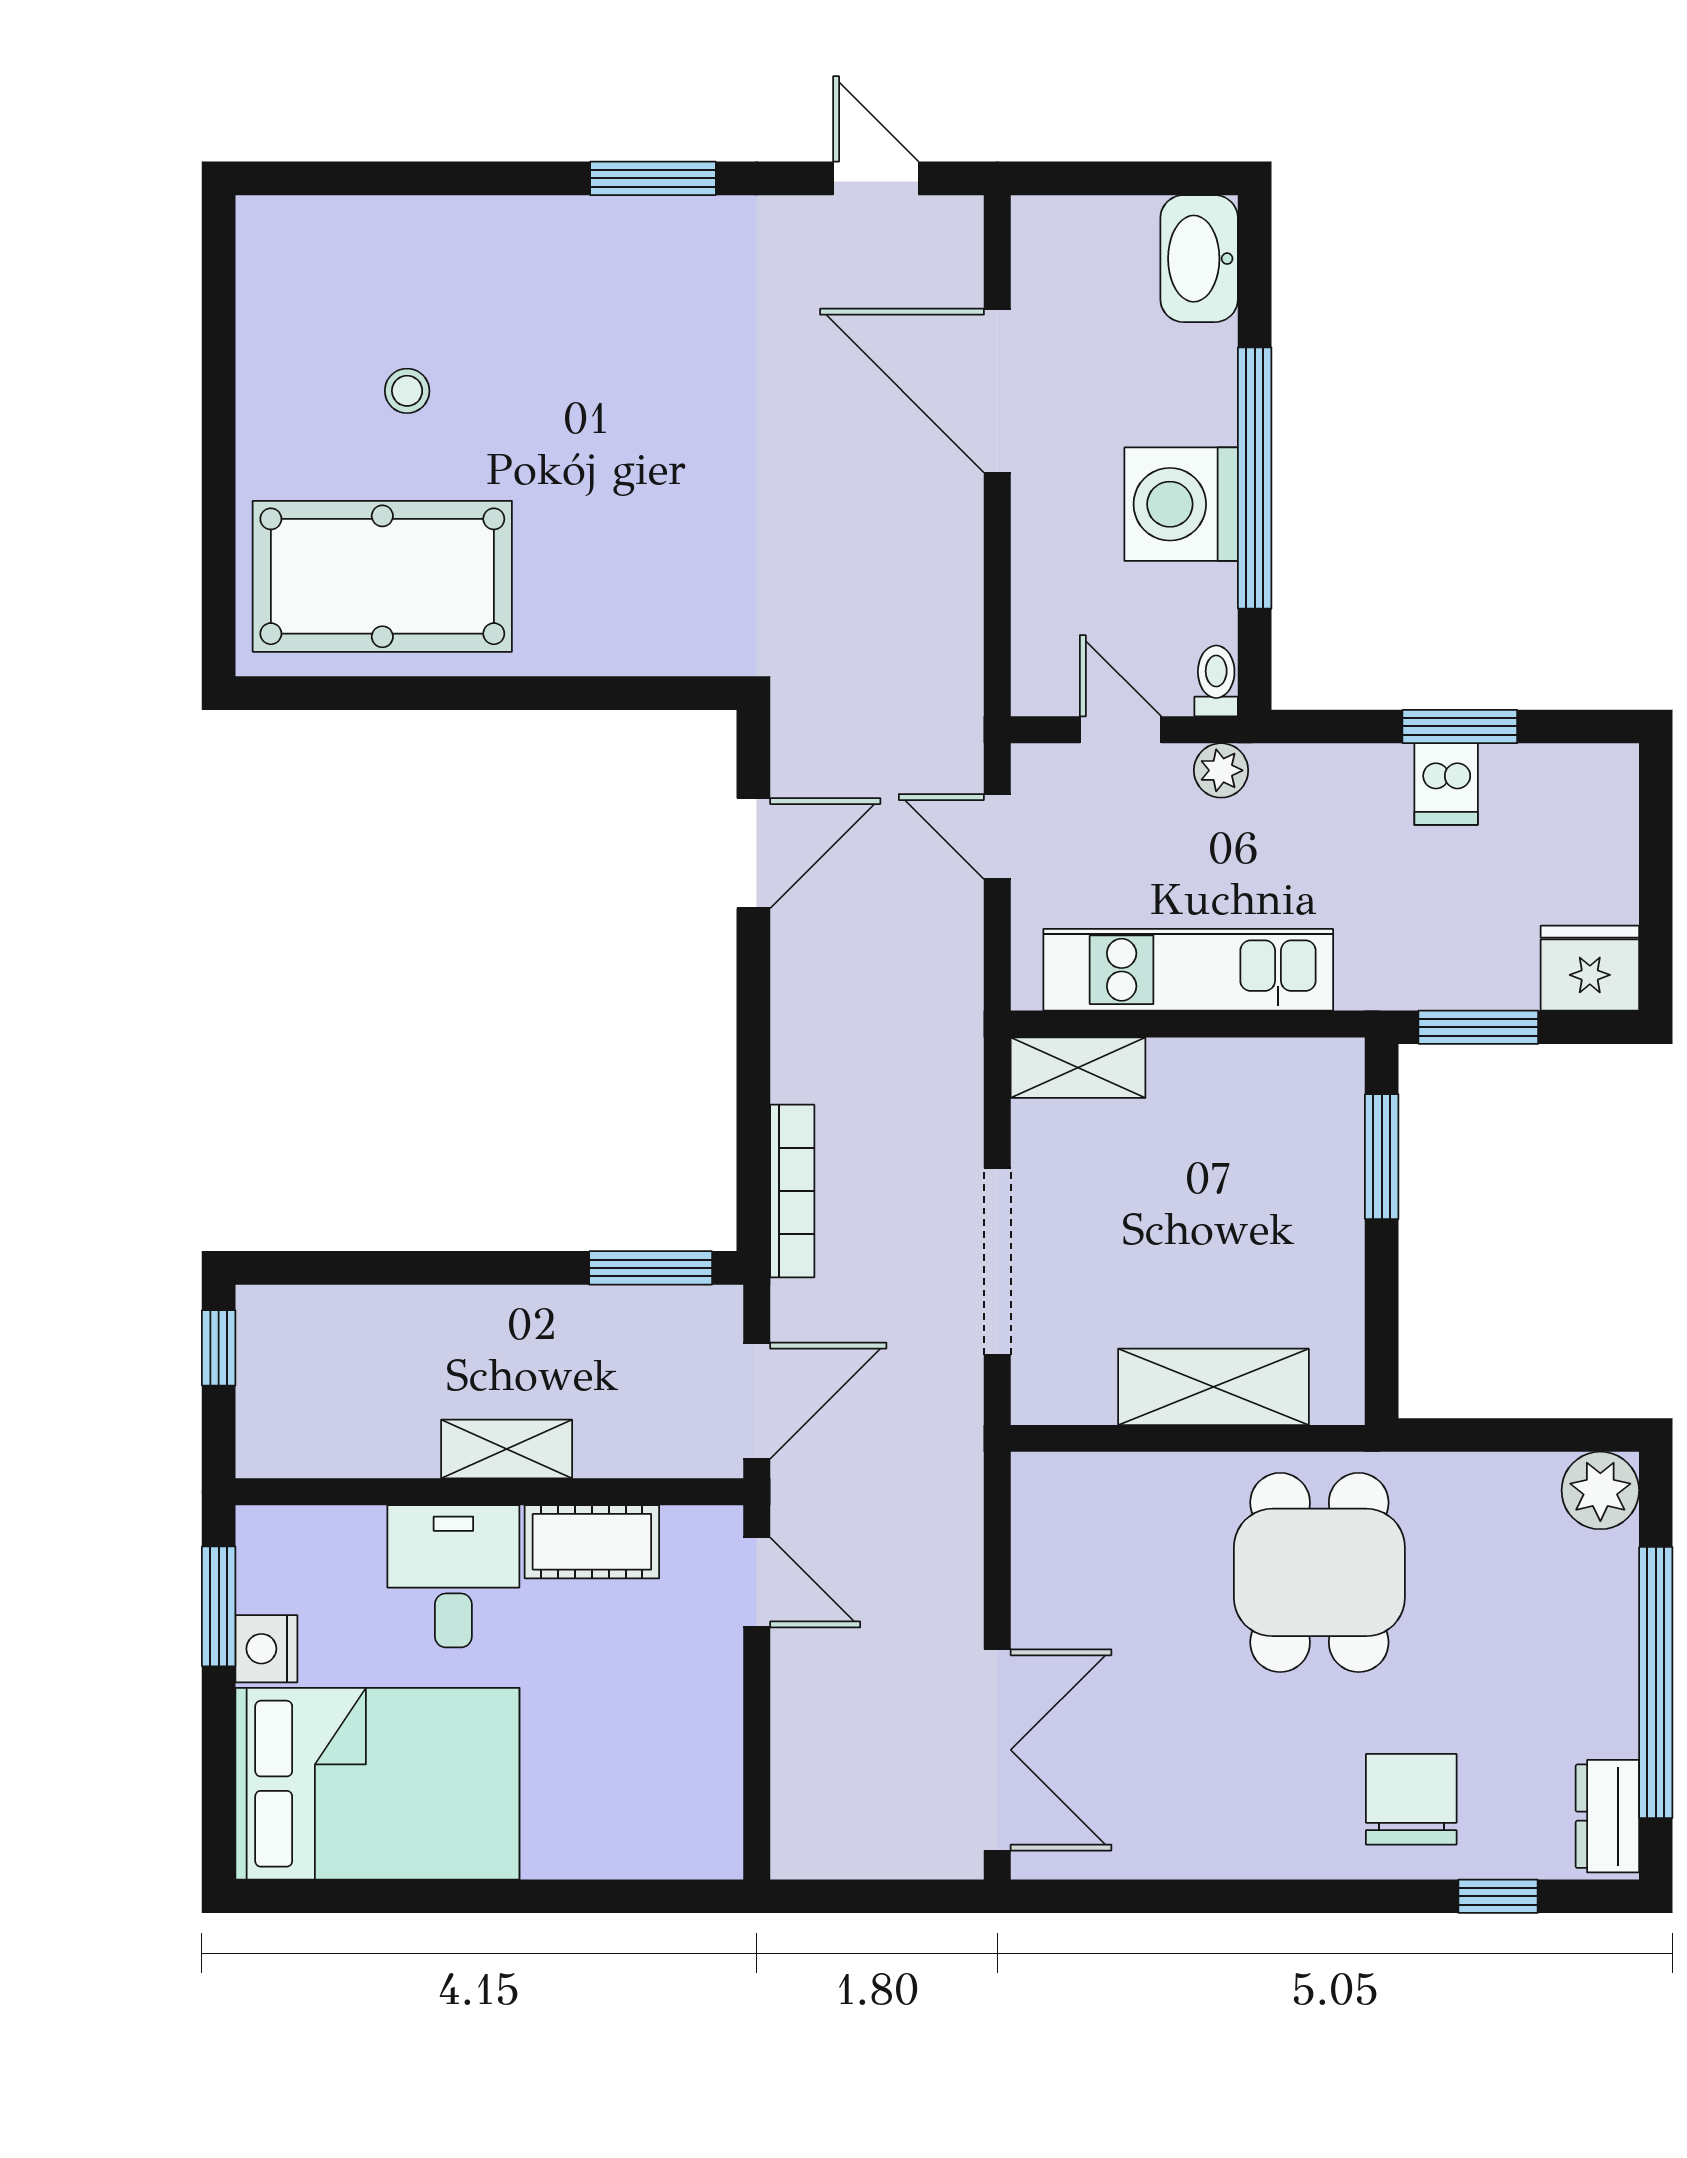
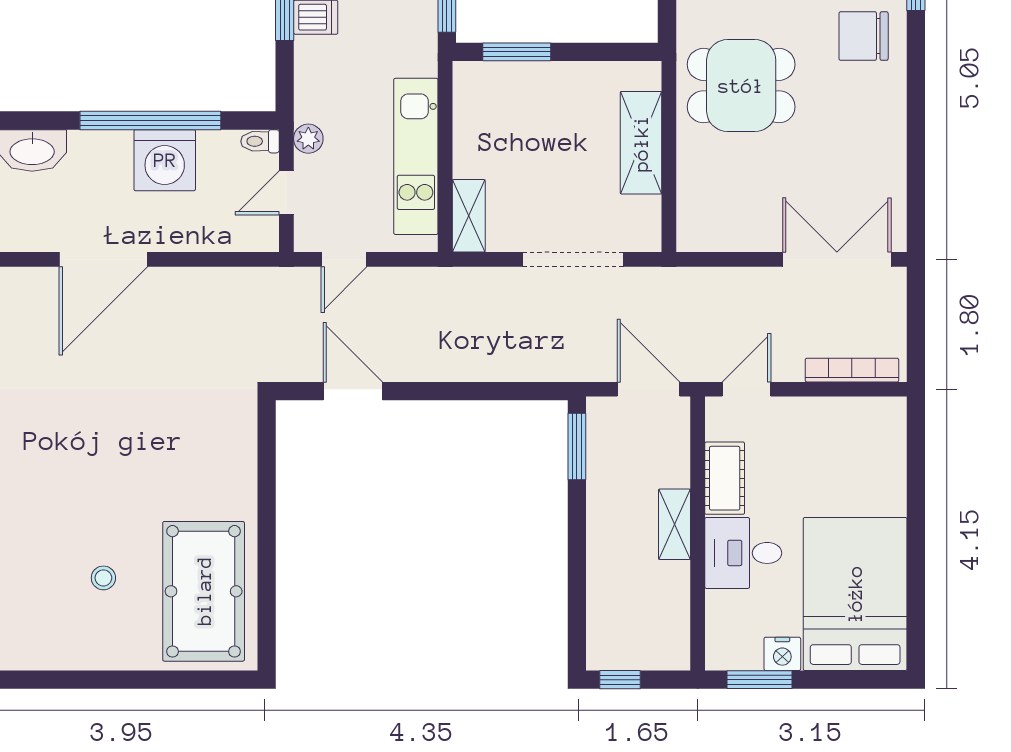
bookcase: (792, 1191) -> (852, 370), moved

